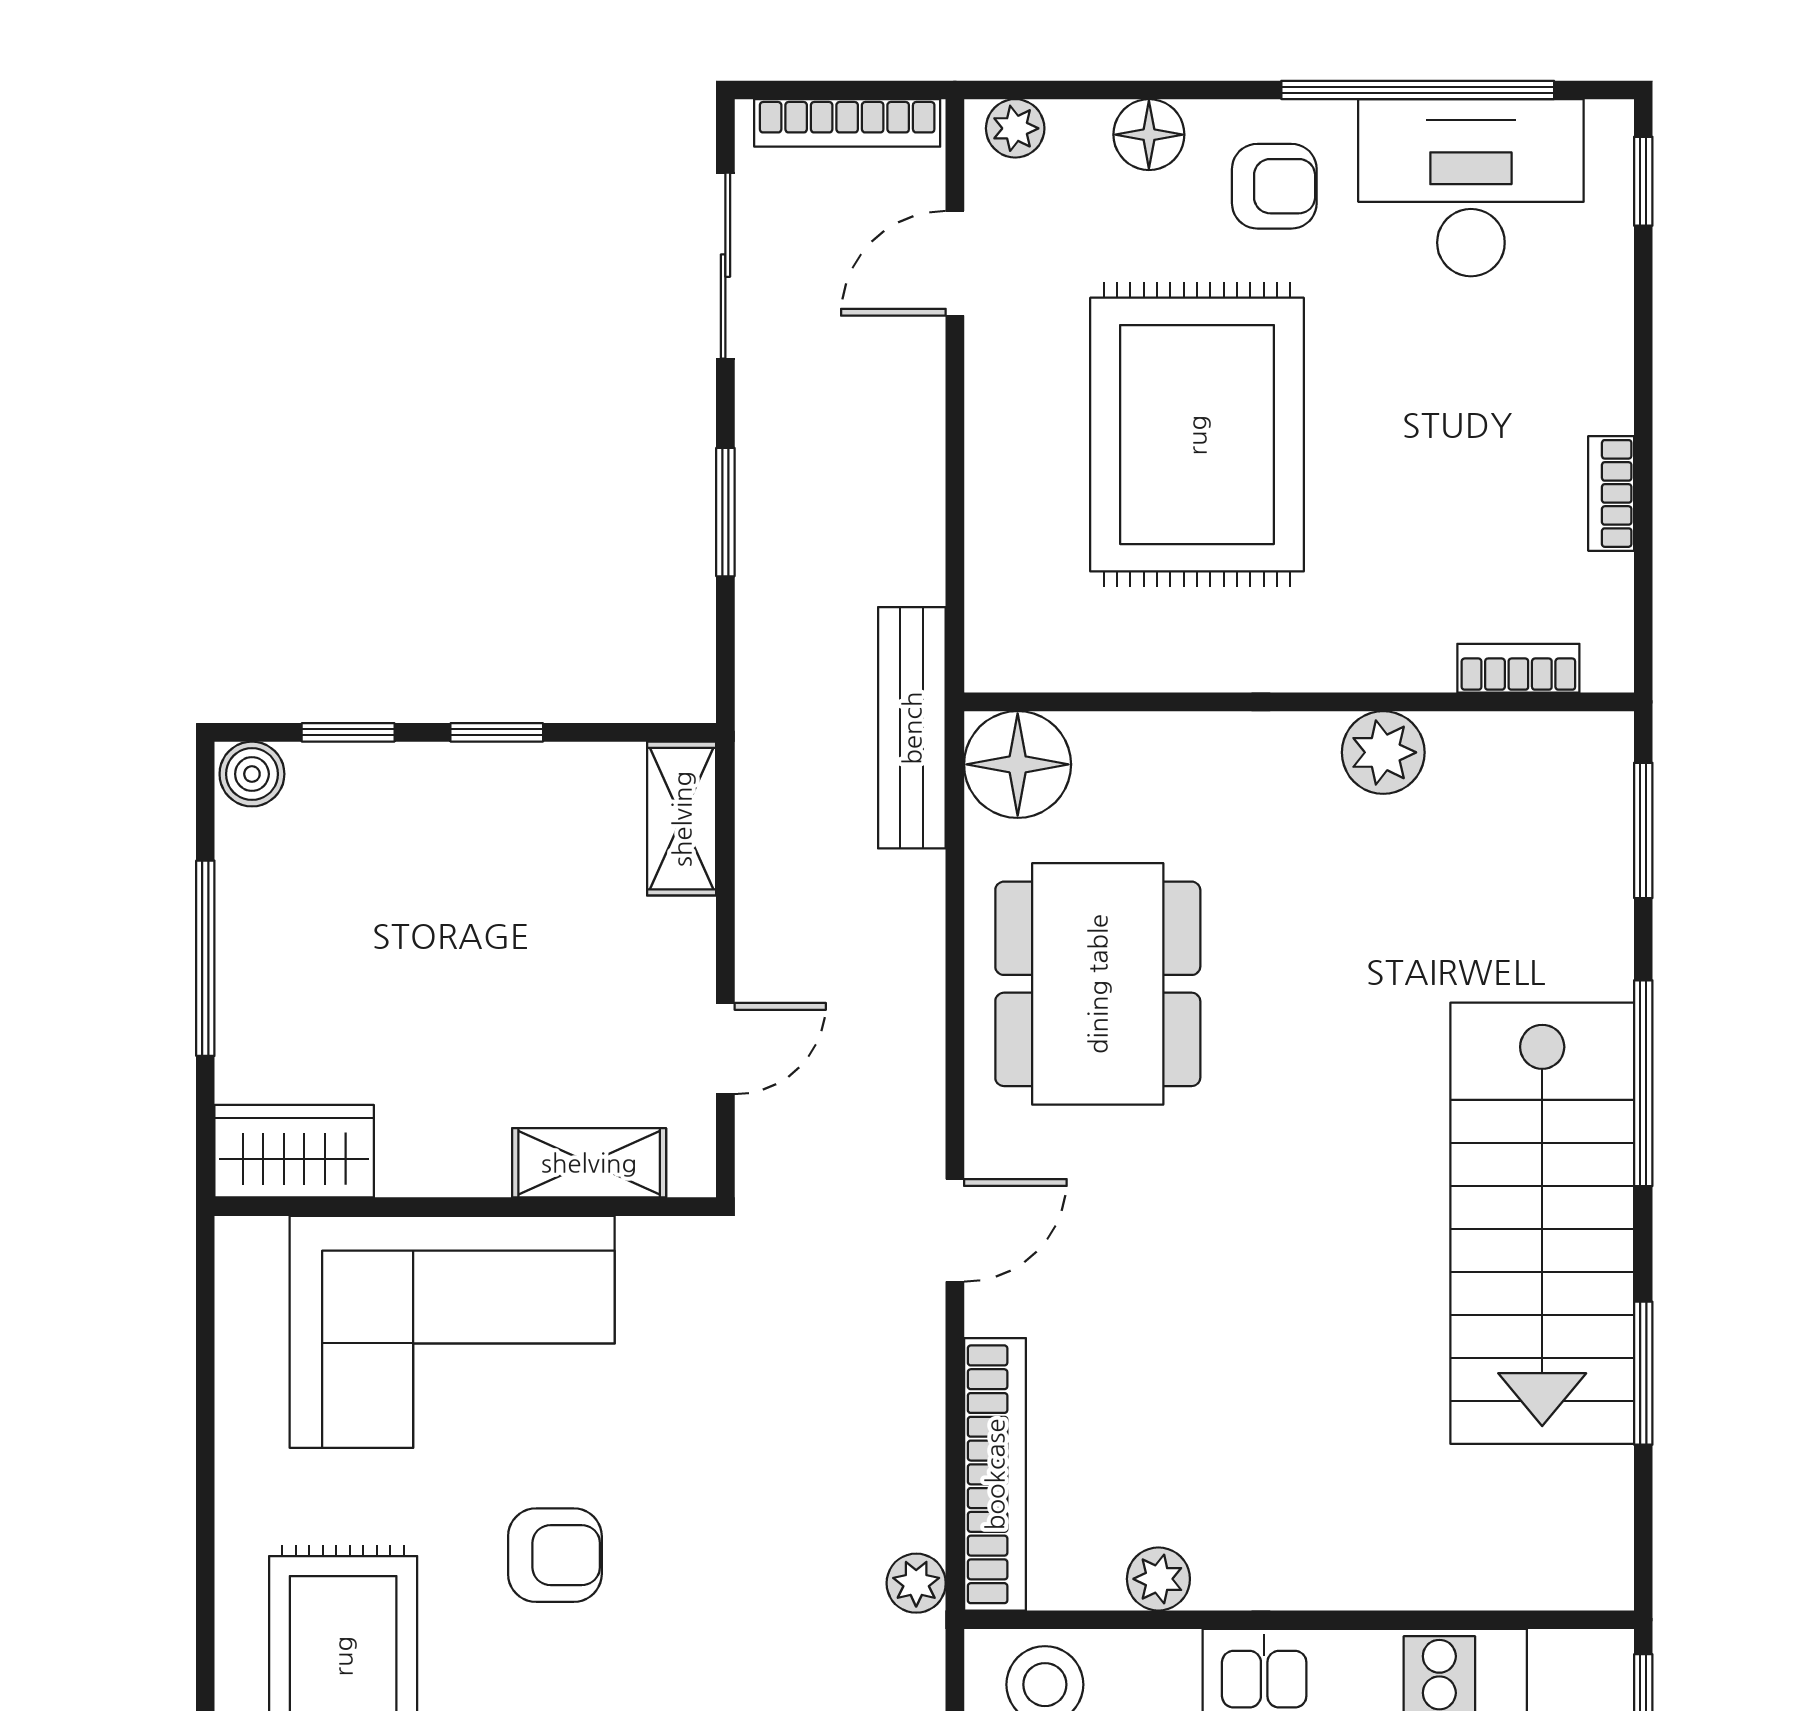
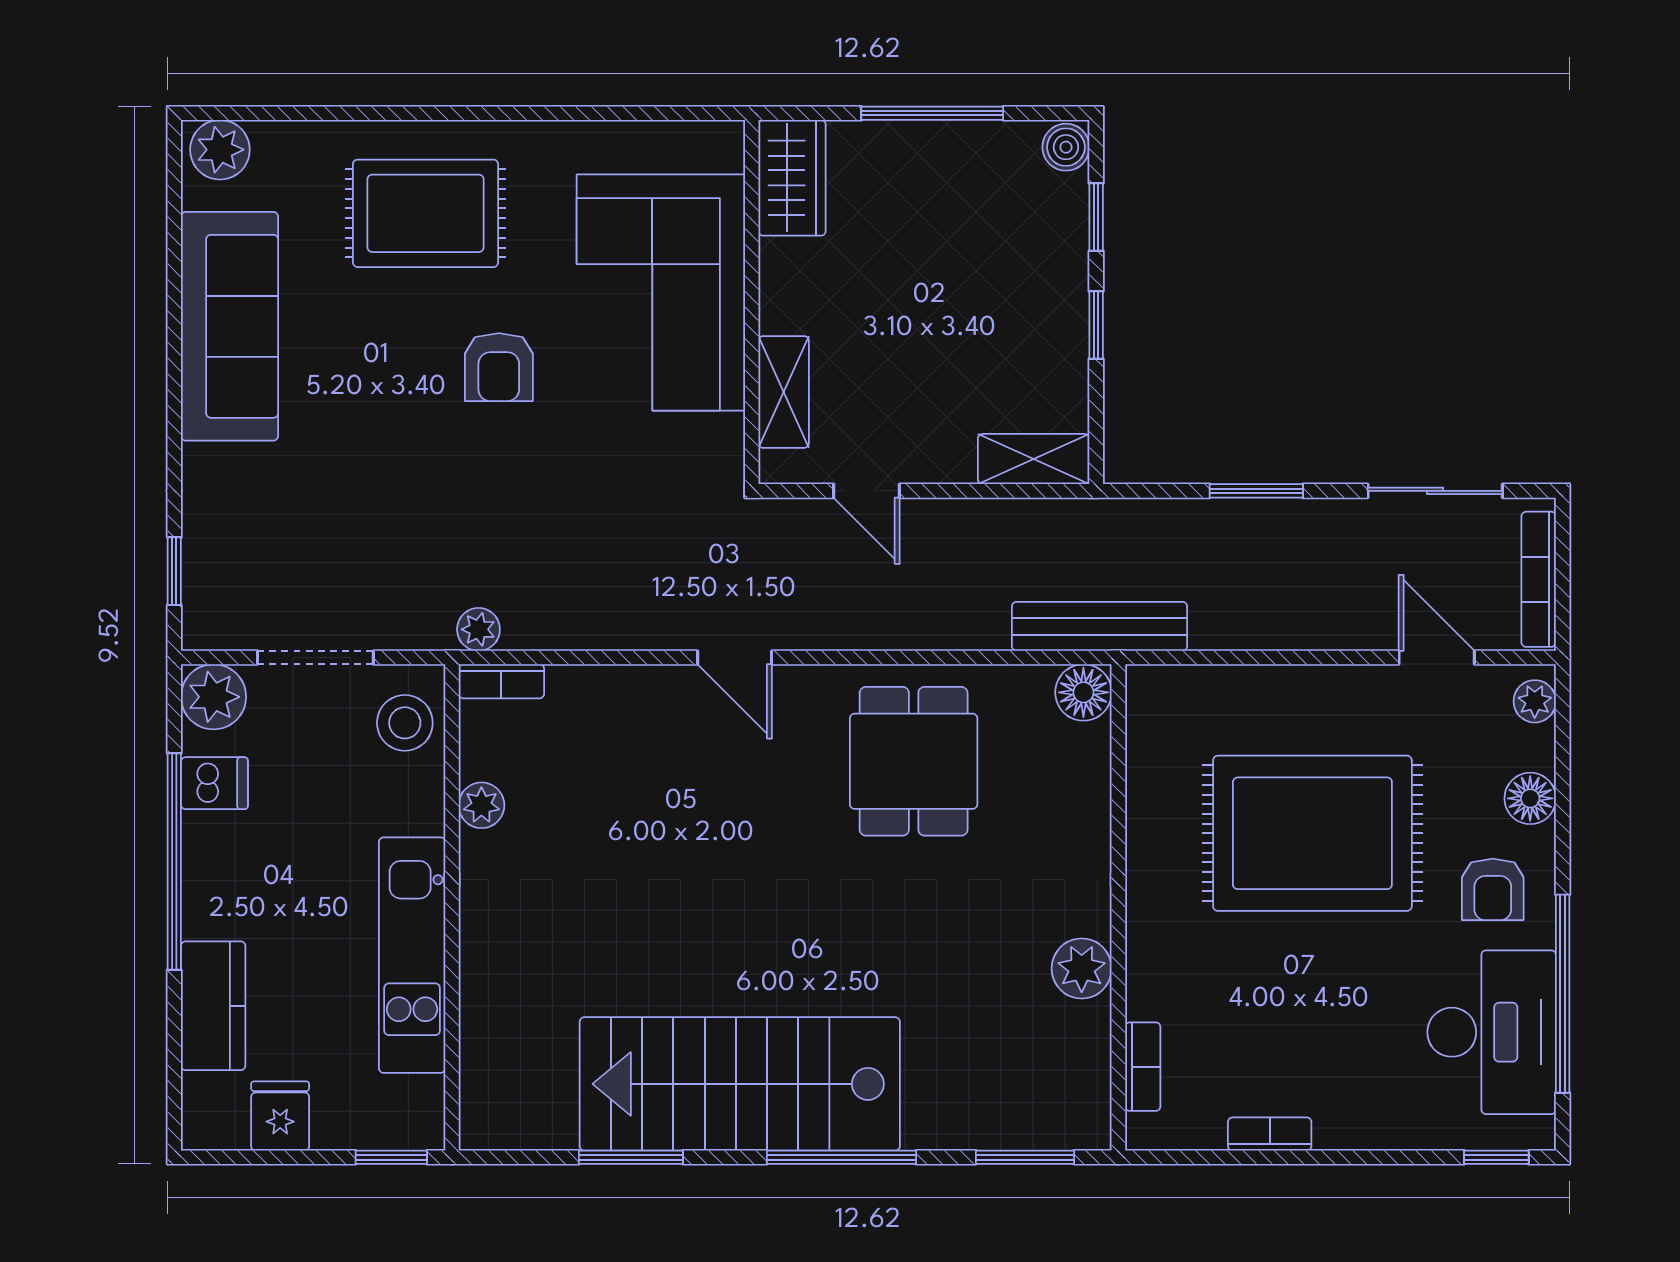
floor lamp: (1018, 764) -> (1083, 692), width x0.73, depth x0.73
dining table: (1098, 984) -> (914, 761), width x0.73
bookcase: (995, 1474) -> (501, 681), width x0.43, depth x0.76

